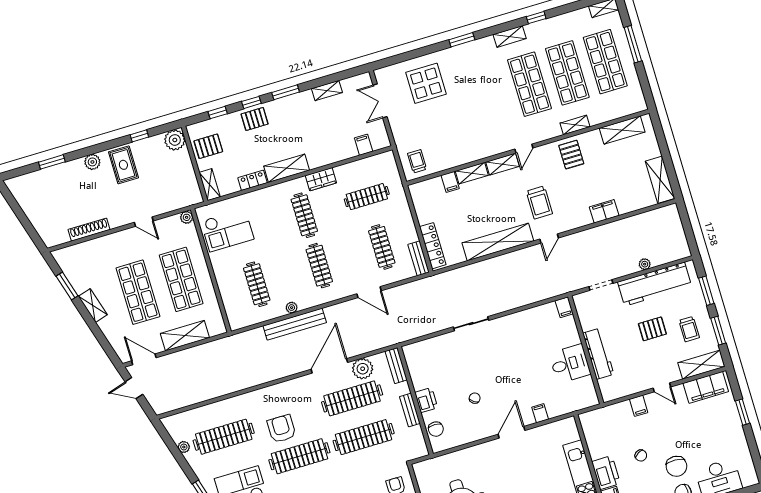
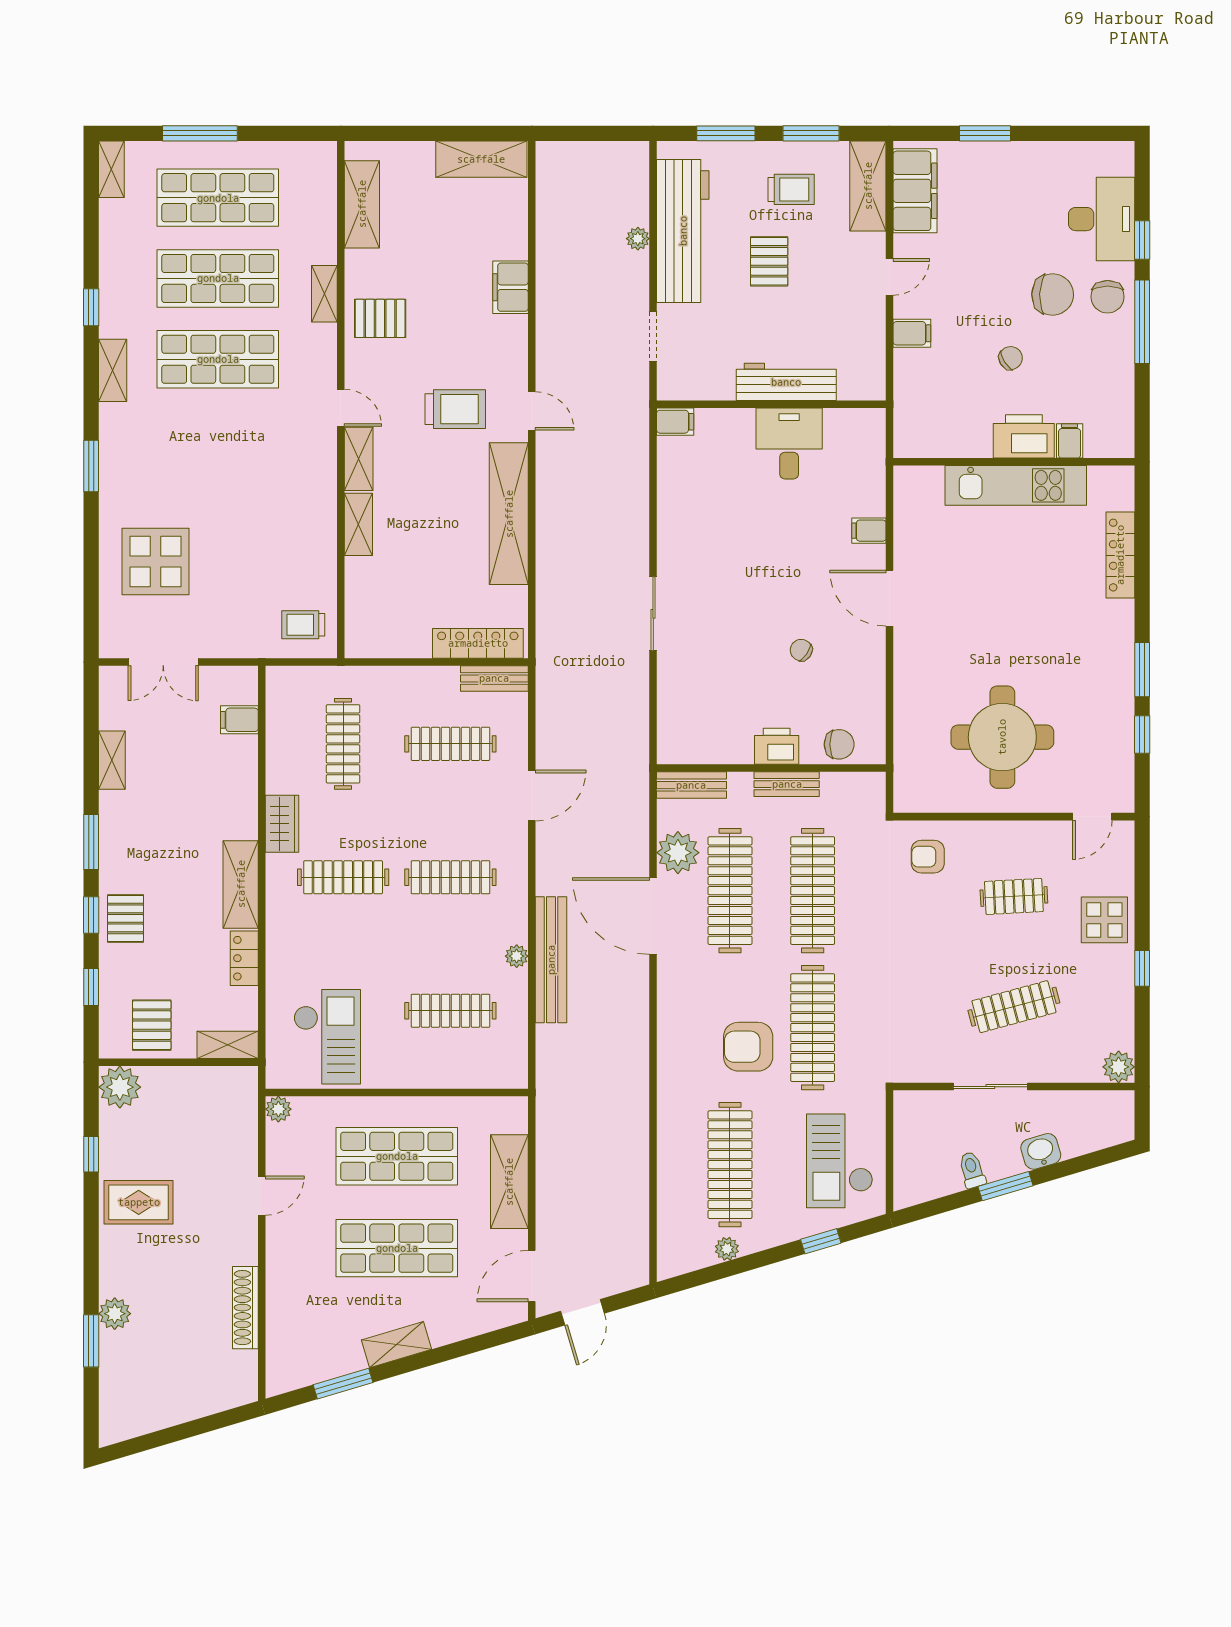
plant: (92, 162) -> (115, 1314), moved
filing cabinet: (450, 182) -> (363, 572), removed

